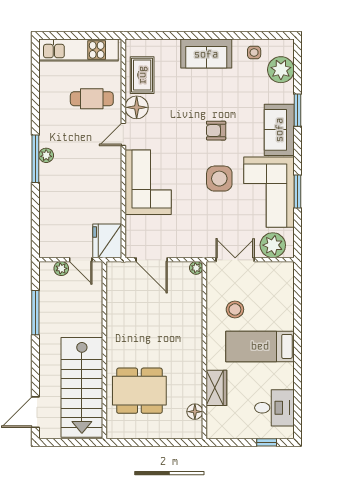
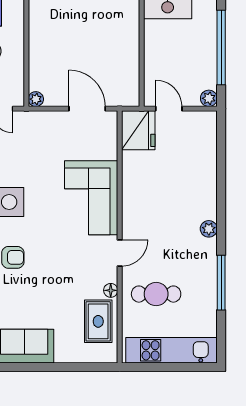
floor lamp: (137, 107) -> (111, 290), width x0.53, depth x0.53
window: (35, 159) -> (221, 283), moved
plant: (61, 268) -> (209, 98), moved
window: (35, 313) -> (221, 47), width x1.46

